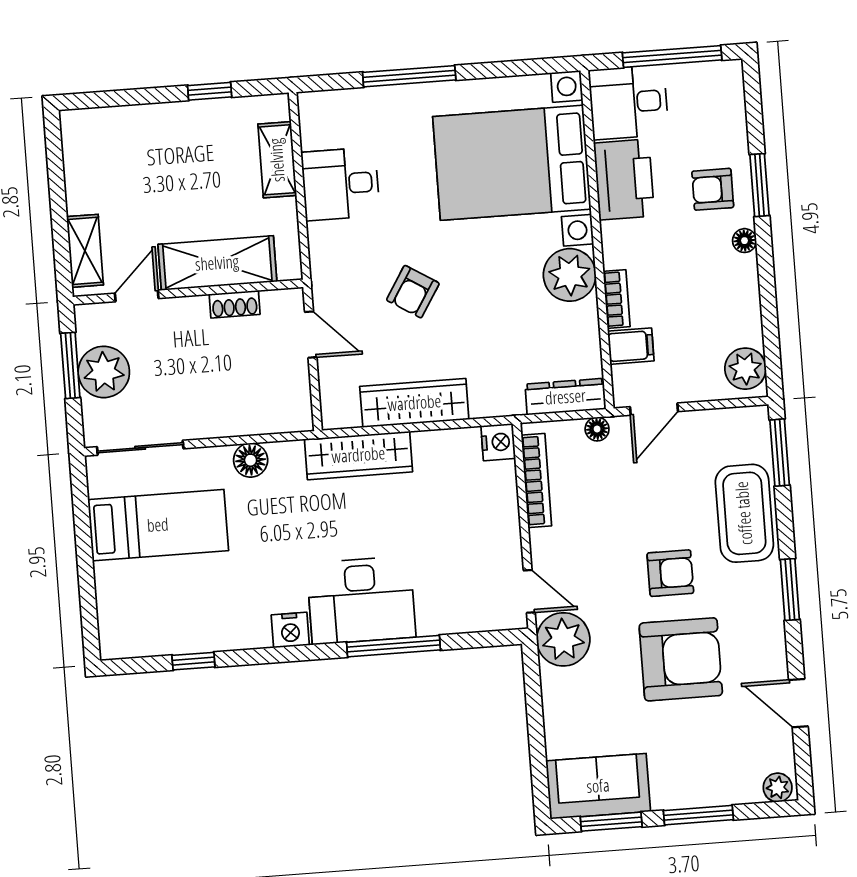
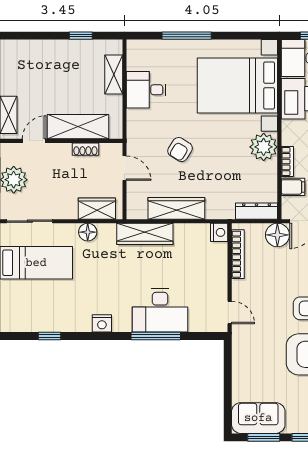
wardrobe: (265, 414) -> (97, 209), added
floor lamp: (597, 429) -> (277, 235), width x1.89, depth x1.89
desk: (361, 600) -> (160, 310), moved
plant: (563, 639) -> (246, 339), removed

